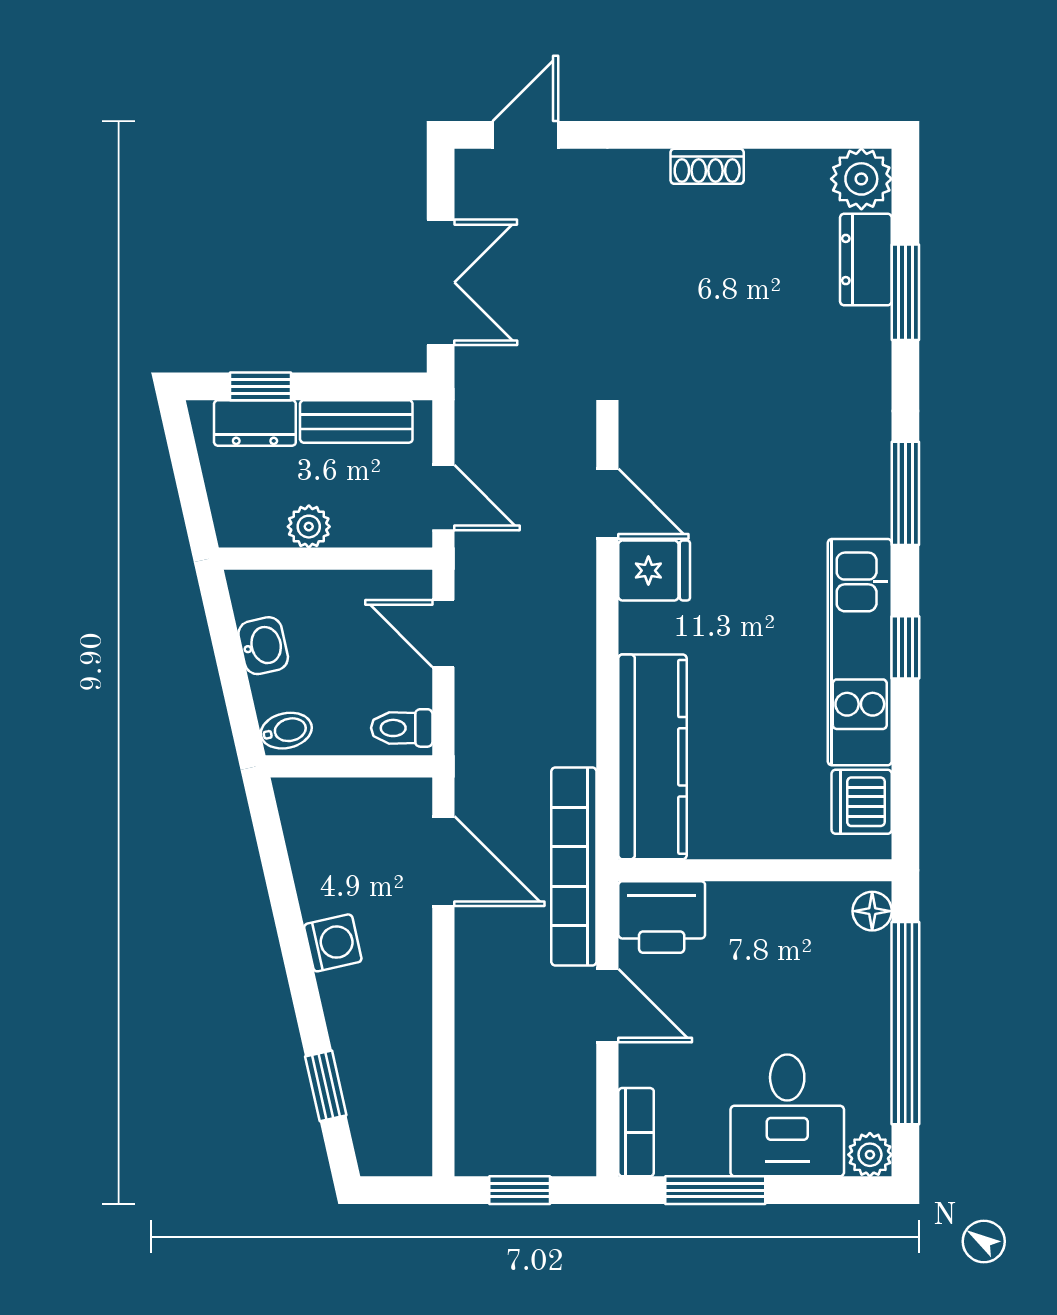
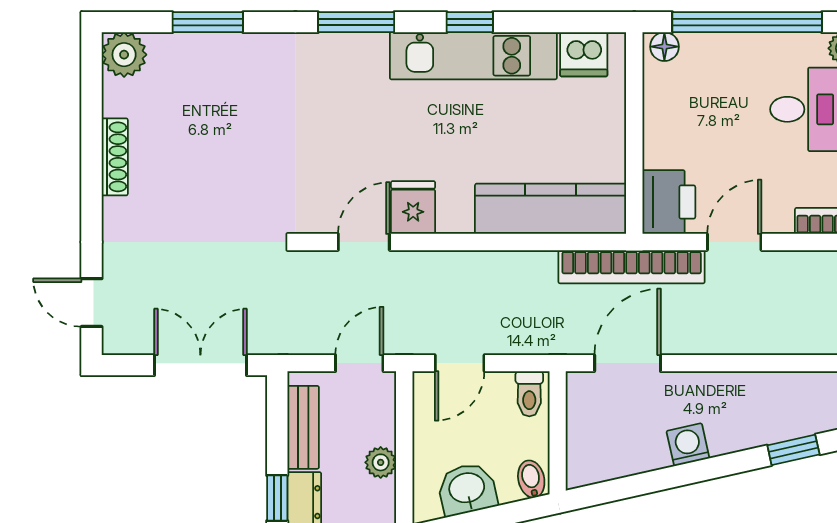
shoe rack: (707, 166) -> (115, 157), width x1.43
dresser: (866, 260) -> (184, 51), removed
washbasin: (263, 646) -> (467, 489), width x1.38, depth x1.45

